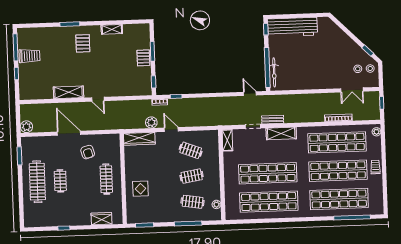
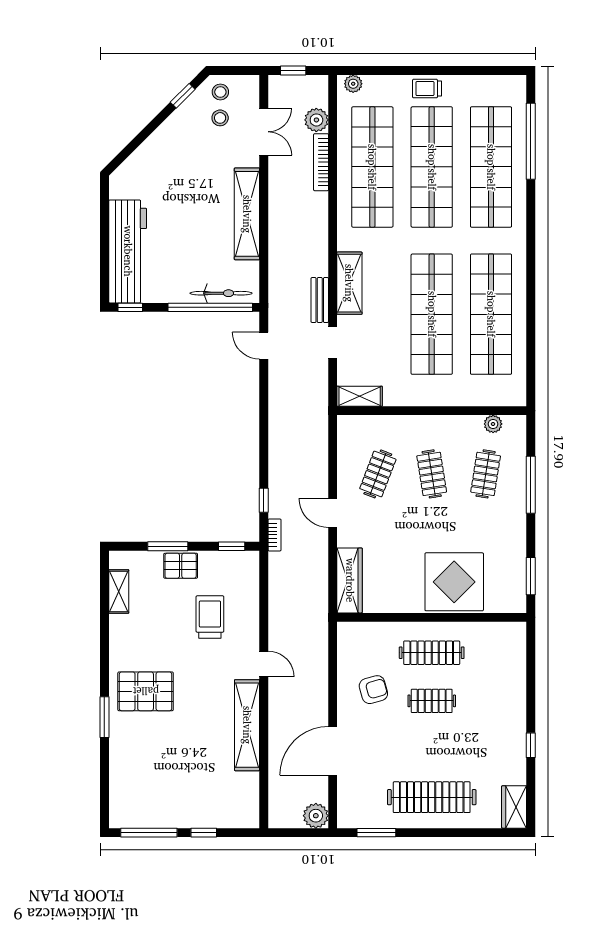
shelving: (112, 29) -> (119, 591), moved
pallet: (83, 43) -> (146, 691), width x1.50, depth x1.42
trolley: (29, 56) -> (210, 617), moved
shelving: (312, 83) -> (247, 214), added
shelving: (68, 92) -> (247, 725), width x1.47
door: (250, 94) -> (264, 346), hinge flipped
door: (98, 99) -> (264, 664), hinge flipped
plant: (151, 122) -> (316, 120), moved
door: (171, 129) -> (333, 513), hinge flipped
door: (69, 133) -> (333, 751), moved
clothes rail: (60, 181) -> (432, 701), moved
display table: (140, 189) -> (454, 582), width x1.86, depth x1.86
wardrobe: (102, 219) -> (514, 807), moved

